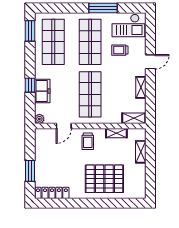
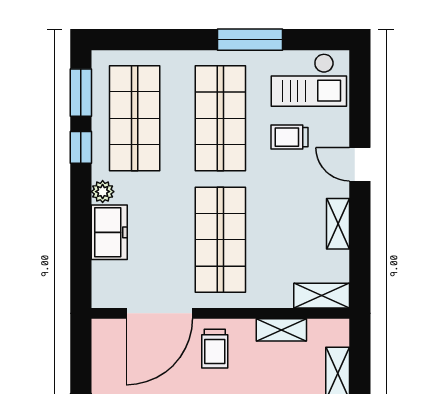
door: (150, 62) -> (360, 164), swing flipped
window: (30, 85) -> (81, 147), moved
plant: (39, 119) -> (103, 192), moved
door: (64, 126) -> (159, 313), width x1.88

